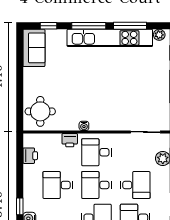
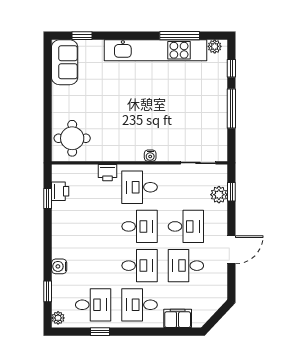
window: (89, 26) -> (130, 36), removed
water cooler: (84, 126) -> (150, 156), moved
desk: (58, 185) -> (93, 226), removed
desk: (96, 185) -> (140, 226), turned 180
window: (20, 206) -> (48, 198), moved

